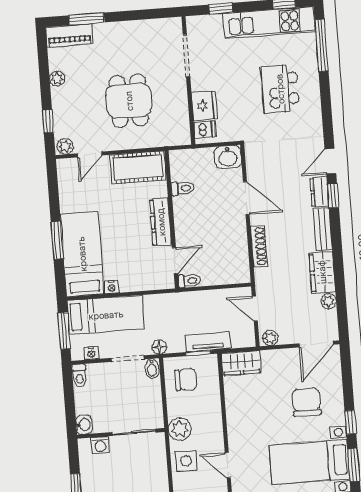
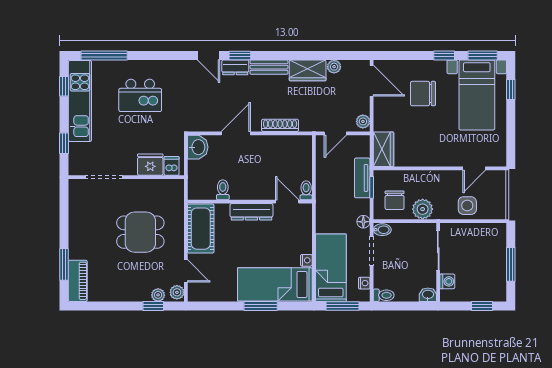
plant: (57, 79) -> (158, 295), moved
chair: (186, 380) -> (395, 200), turned 180
plant: (180, 429) -> (423, 209), moved

